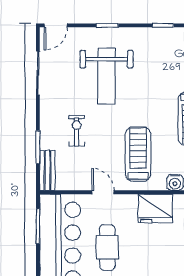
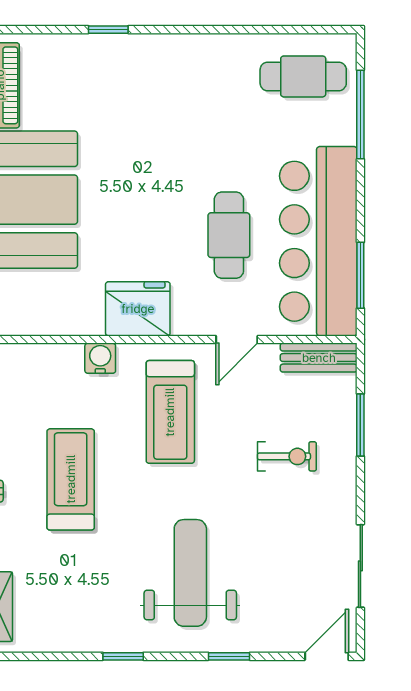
weight bench: (107, 76) -> (190, 573), moved
exercise bike: (77, 131) -> (287, 456), turned -90
bench: (47, 170) -> (319, 358), moved, turned 90
door: (103, 192) -> (237, 339), hinge flipped

